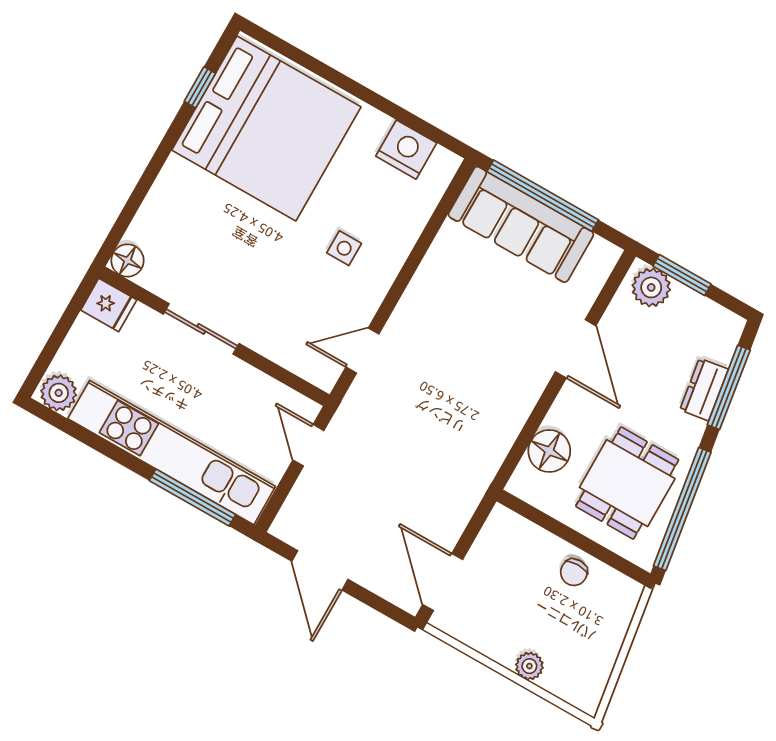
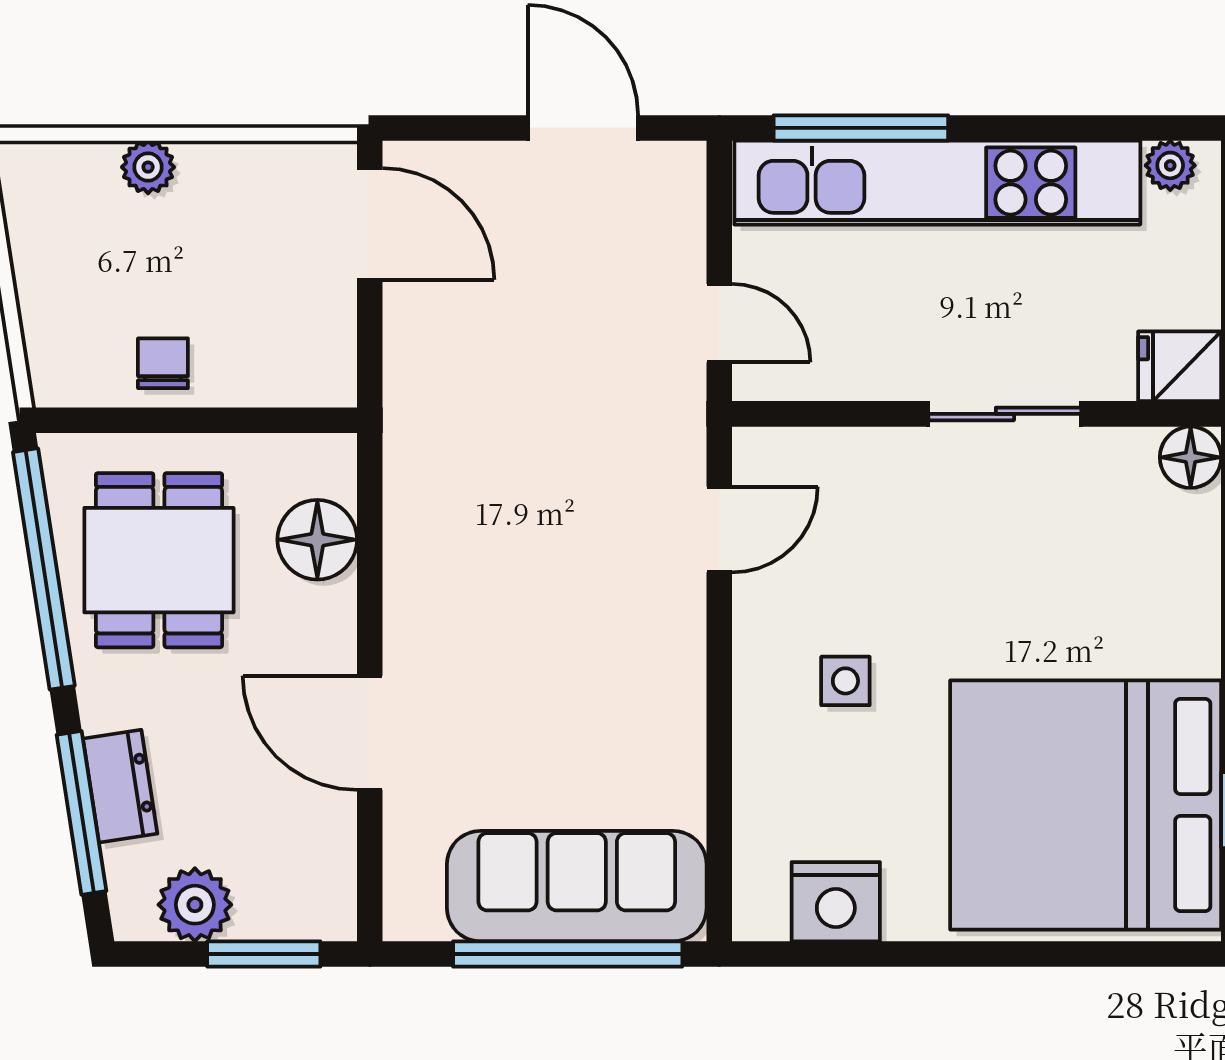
plant: (651, 287) -> (195, 905), moved
plant: (59, 393) -> (1170, 165), width x0.73, depth x0.73

